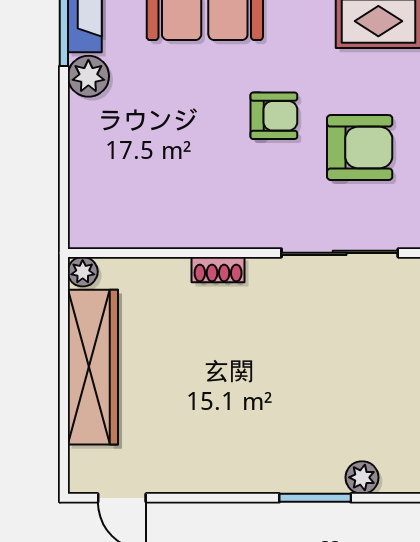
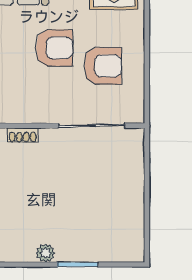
armchair: (274, 116) -> (54, 48), width x1.38, depth x1.38
plant: (362, 477) -> (45, 253), moved

